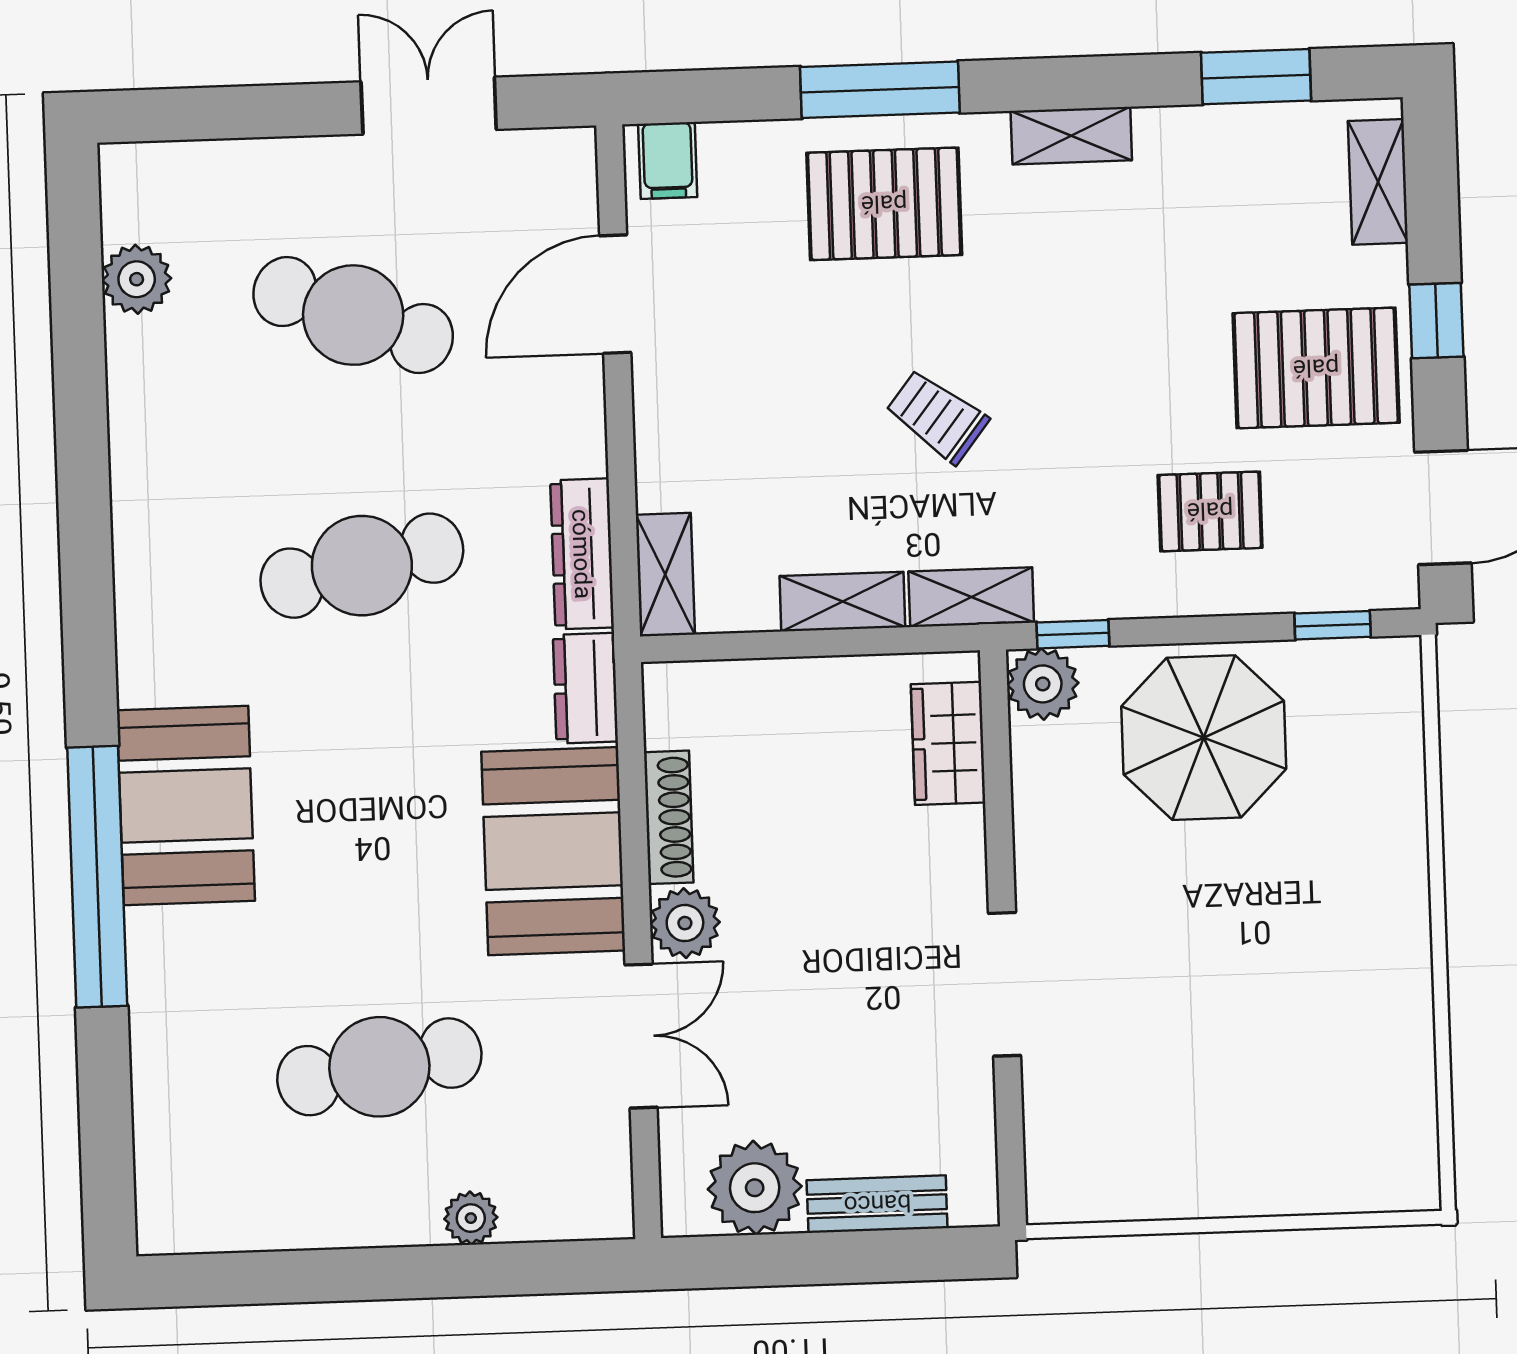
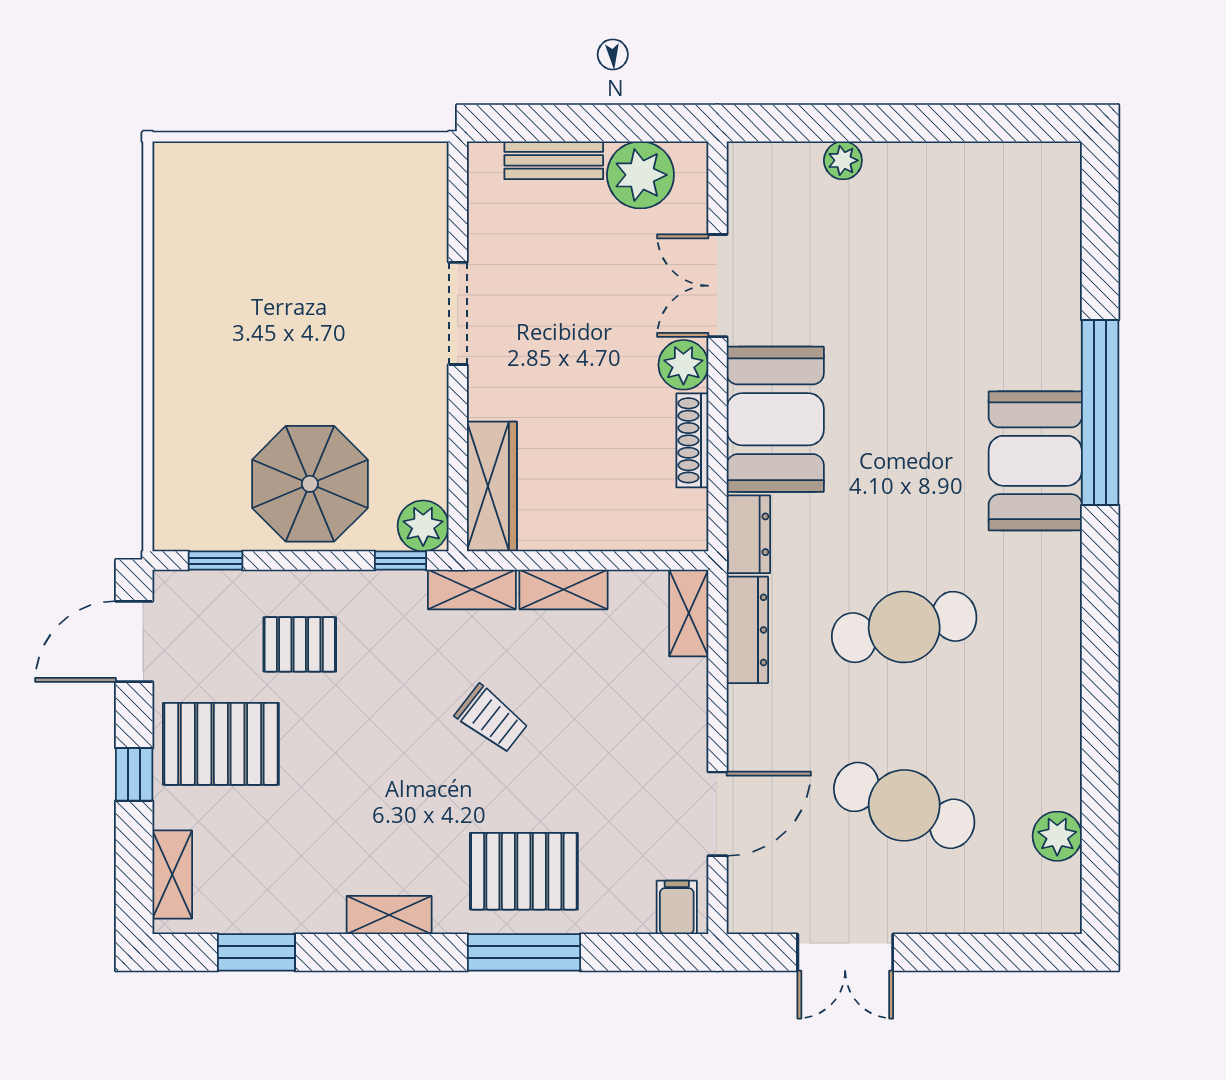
wardrobe: (948, 743) -> (492, 486), width x1.50
cafe table: (379, 1067) -> (904, 270), removed

